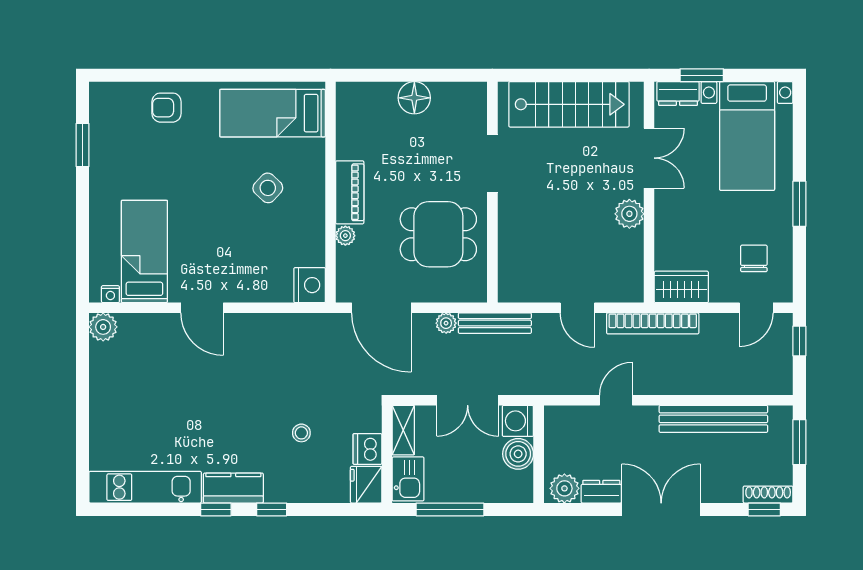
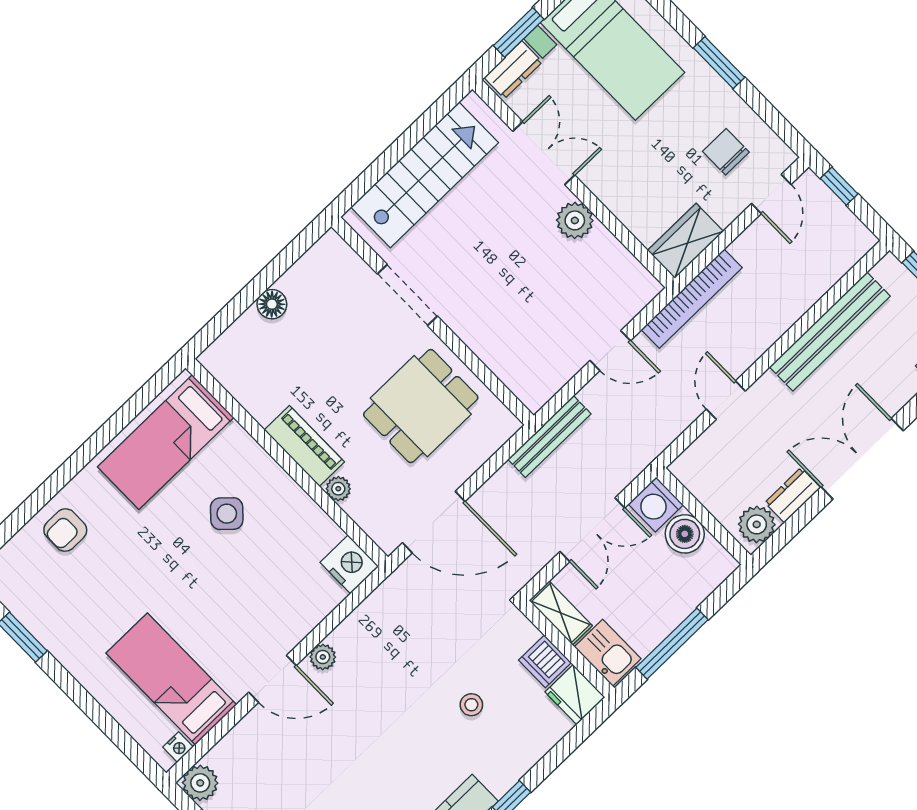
floor lamp: (414, 98) -> (272, 304), width x0.73, depth x0.73
plant: (446, 323) -> (323, 657), moved

